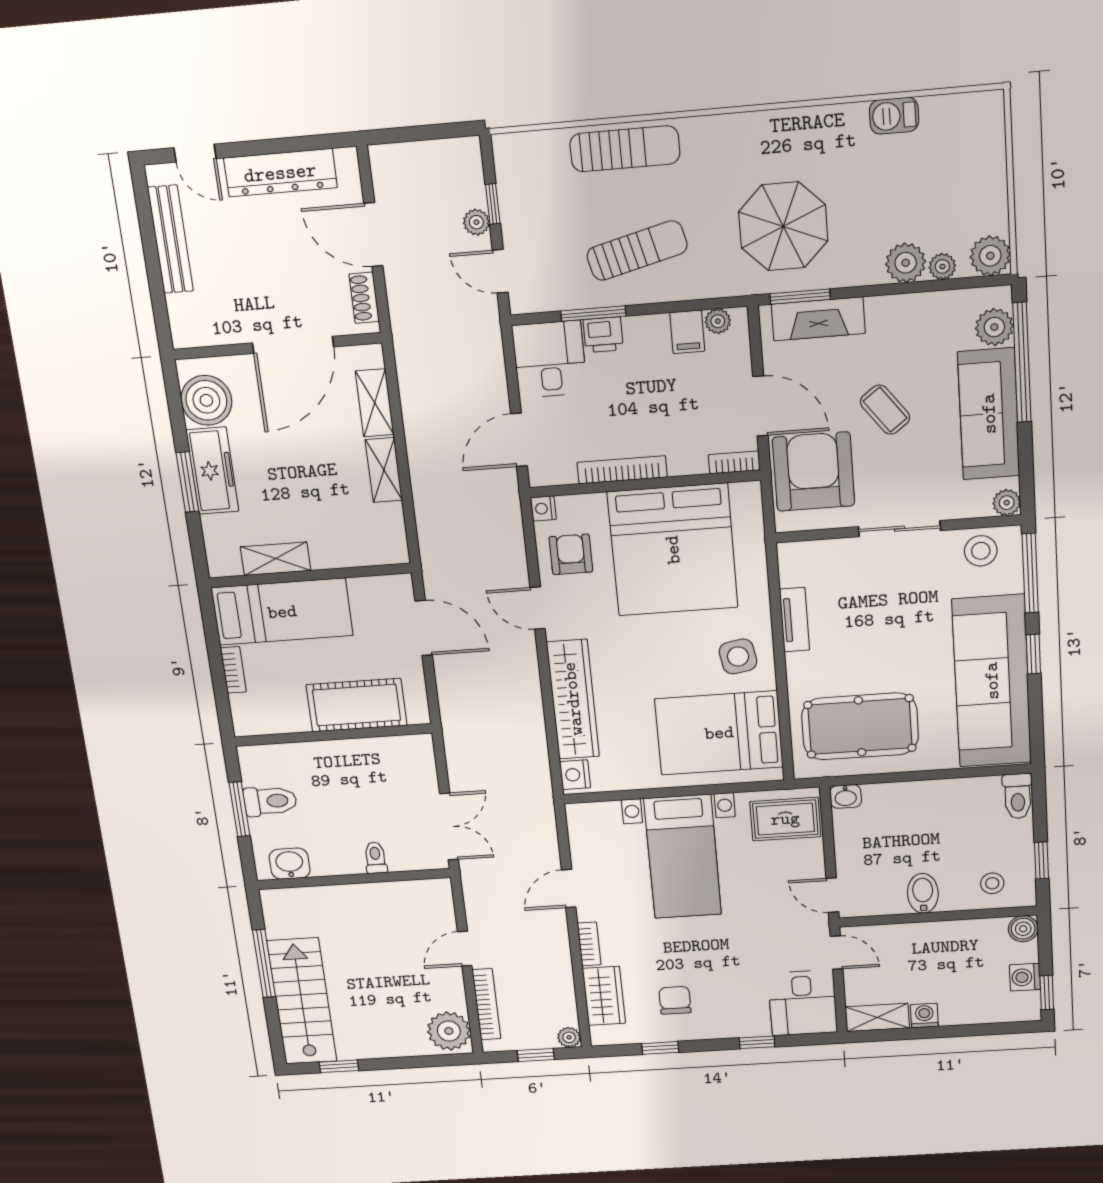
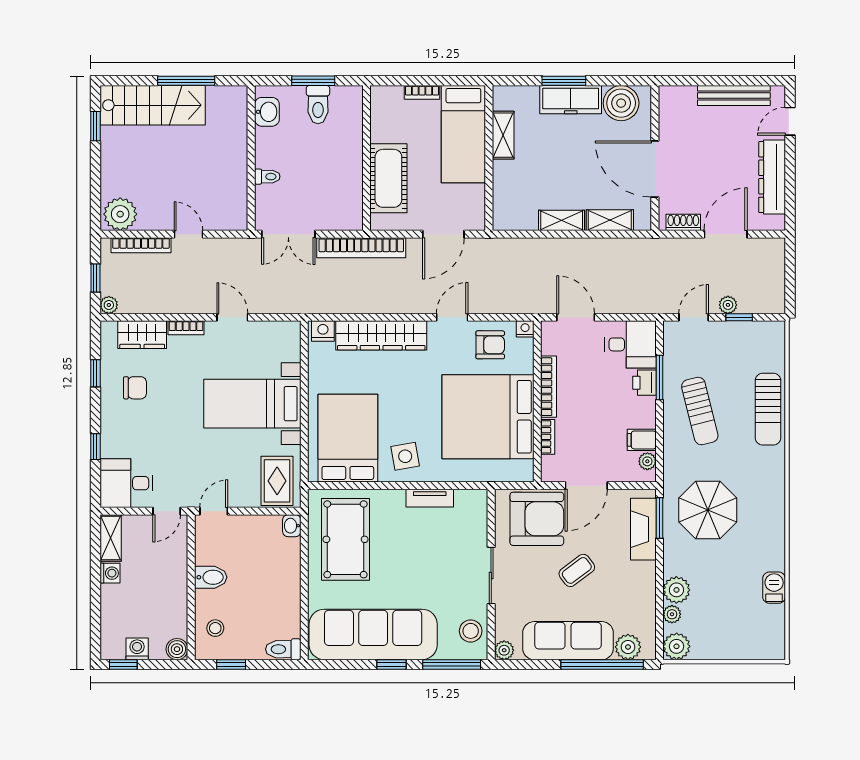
bookcase: (734, 462) -> (548, 437), moved
bookcase: (456, 733) -> (361, 248), added

